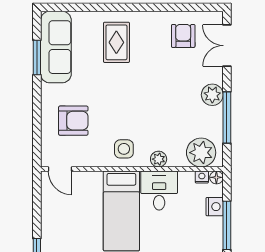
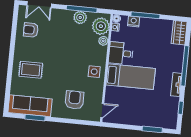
plant: (212, 95) -> (80, 17), moved
plant: (159, 159) -> (103, 41), moved

